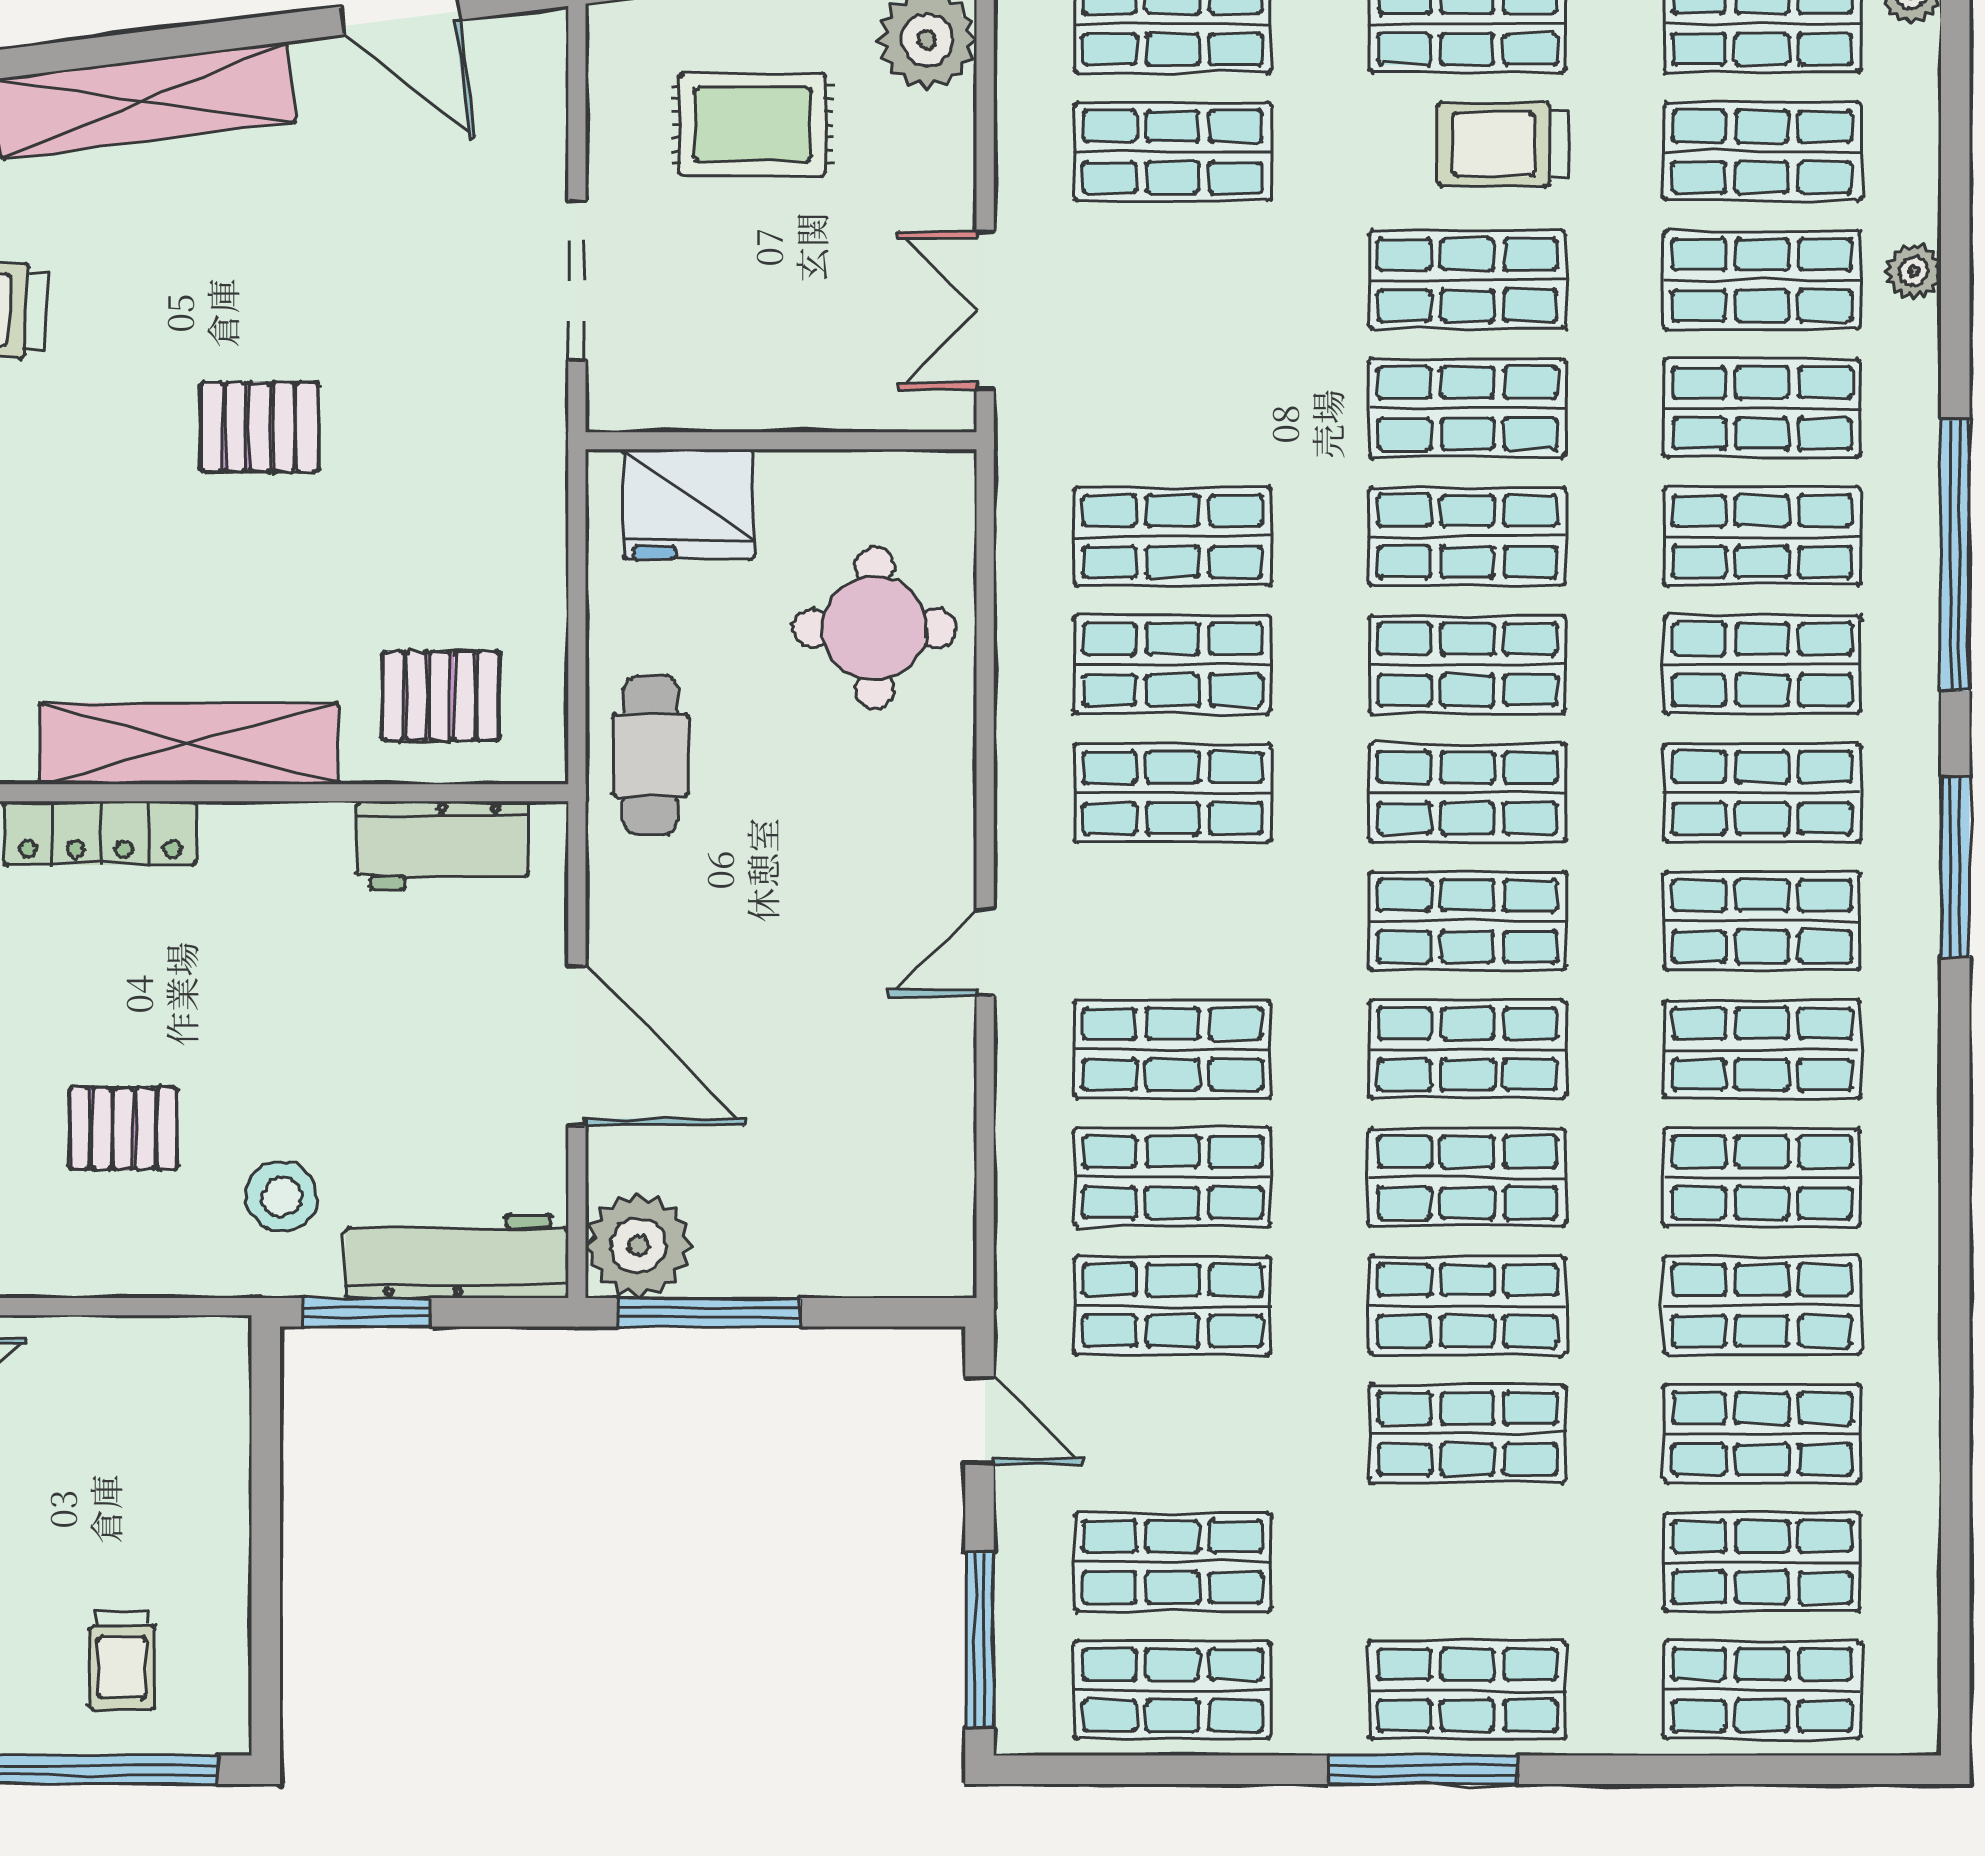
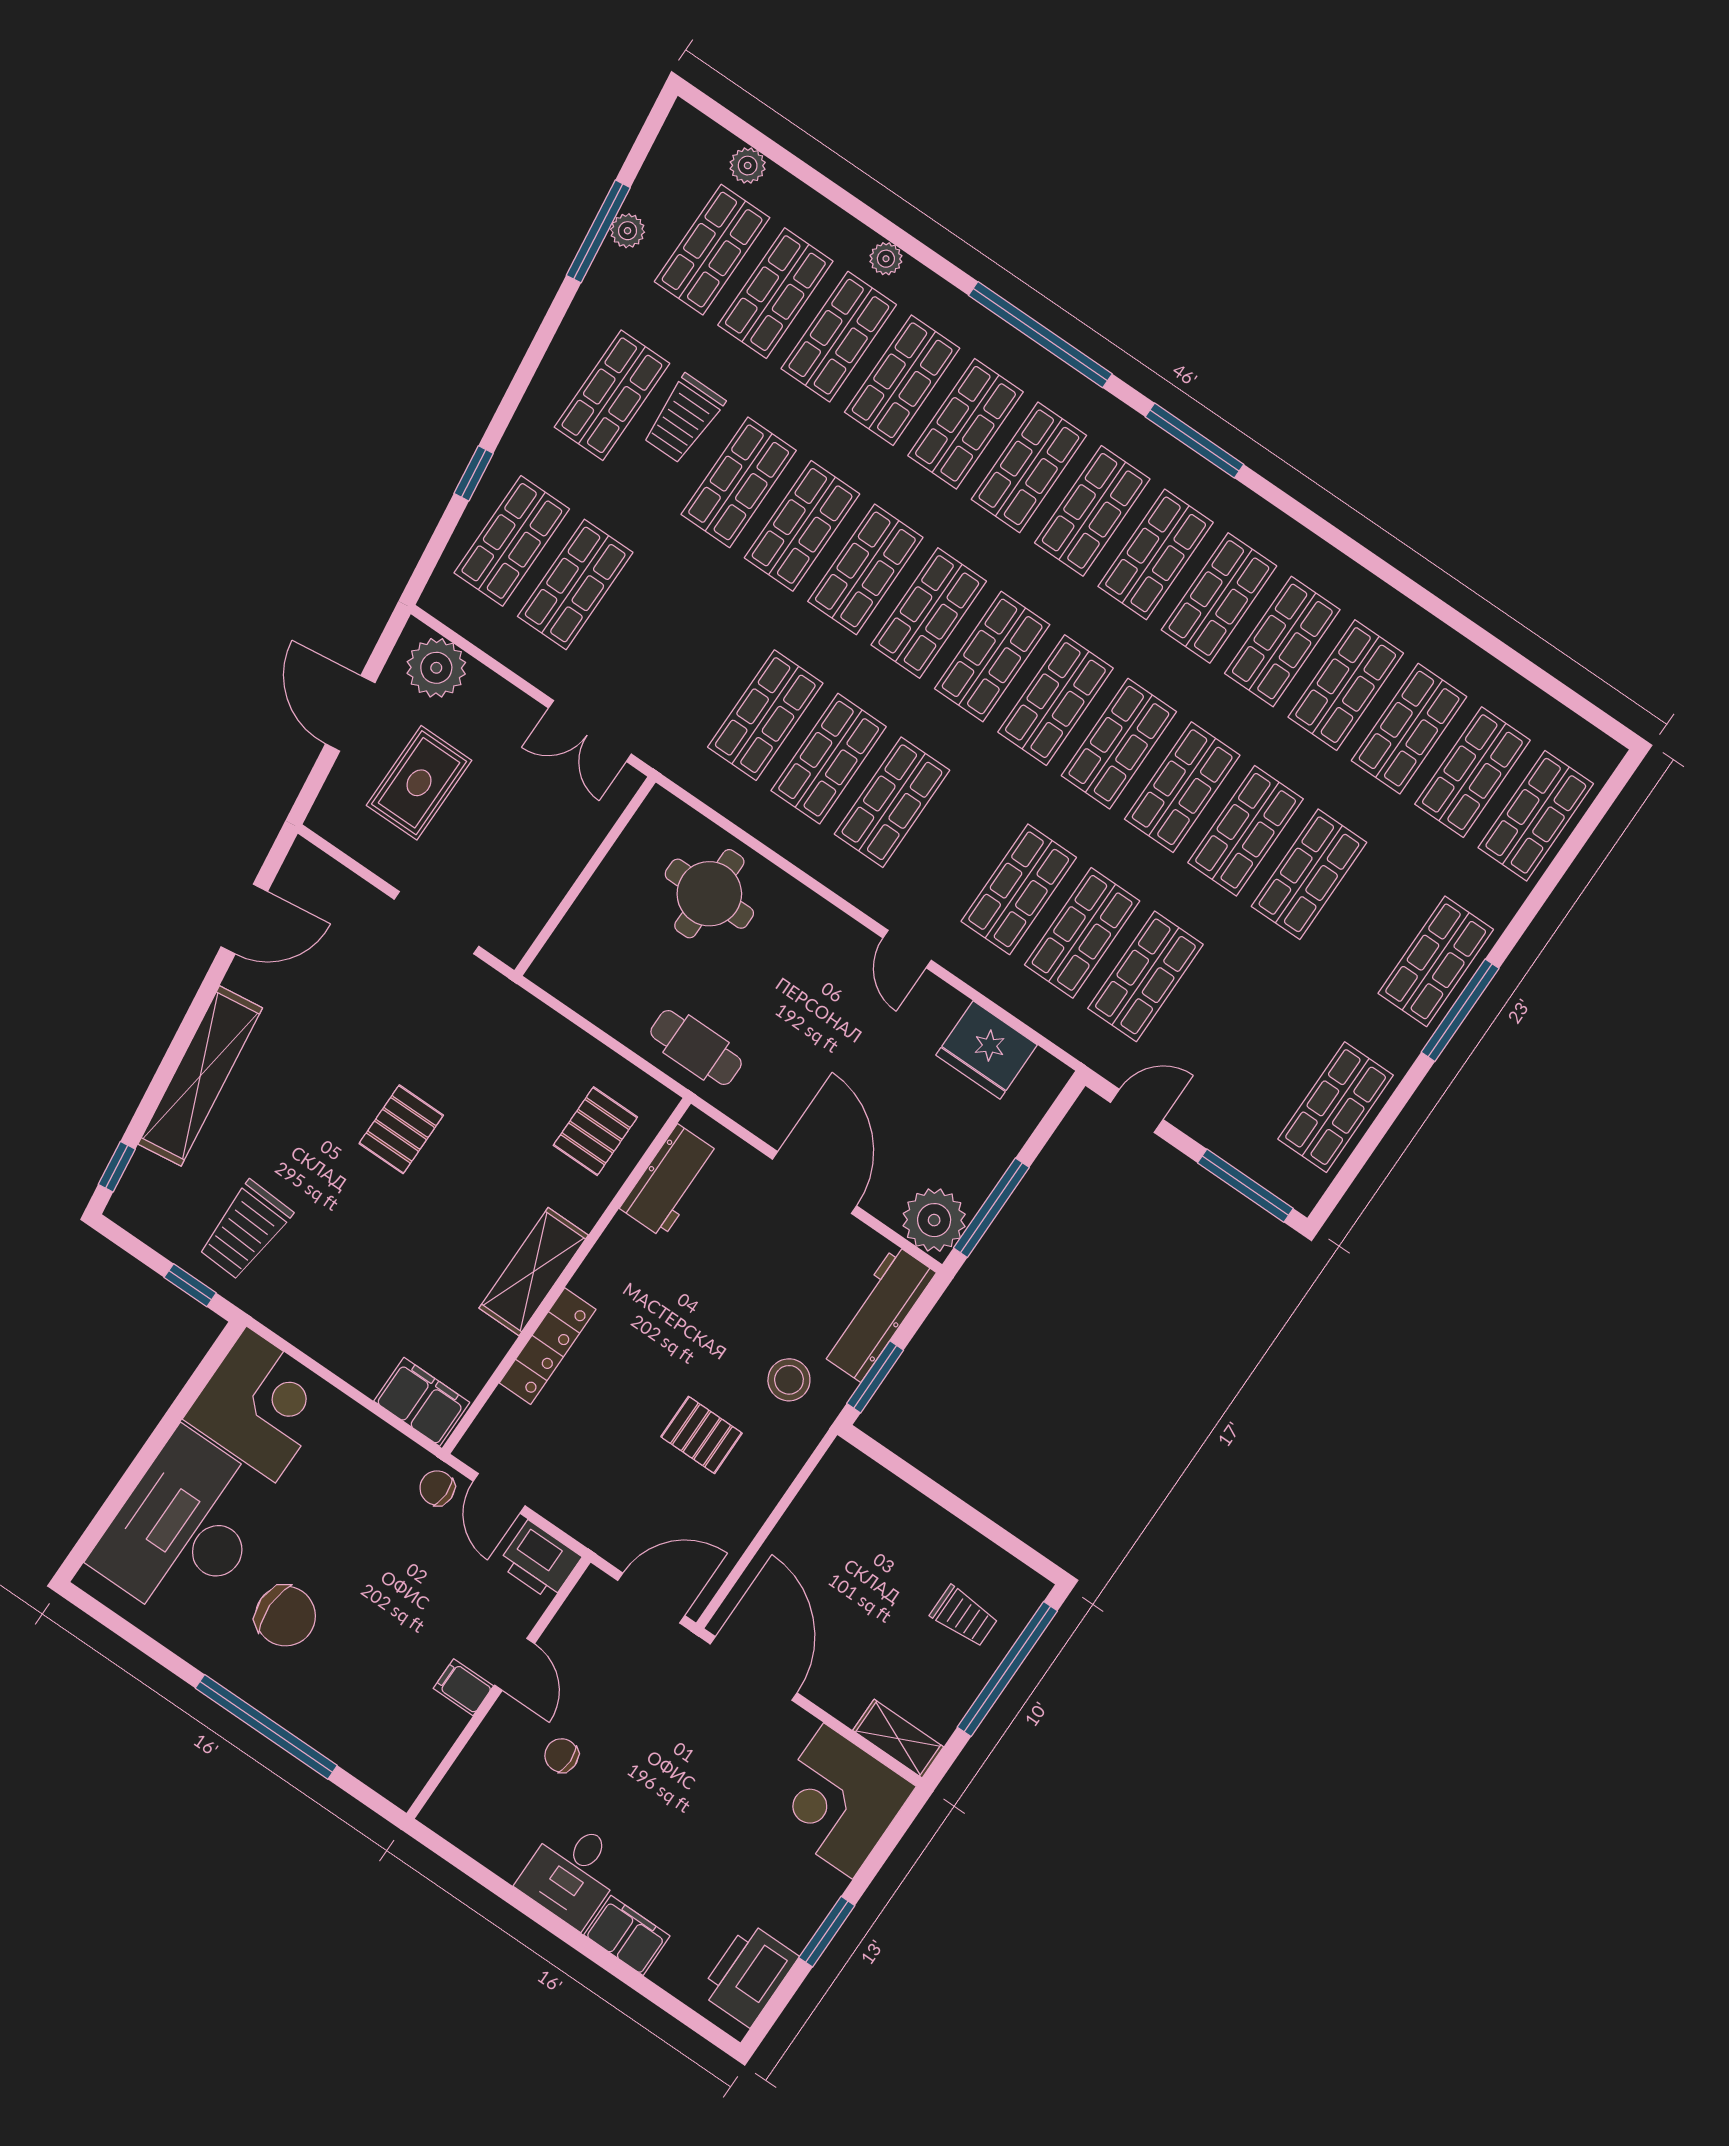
fridge: (688, 504) -> (987, 1050), moved, turned 90
shelving: (189, 744) -> (534, 1272), width x0.68
door: (577, 1045) -> (814, 1183), hinge flipped
pallet: (123, 1128) -> (701, 1435), turned 90
shop shelf: (1173, 1562) -> (1272, 1064), removed

